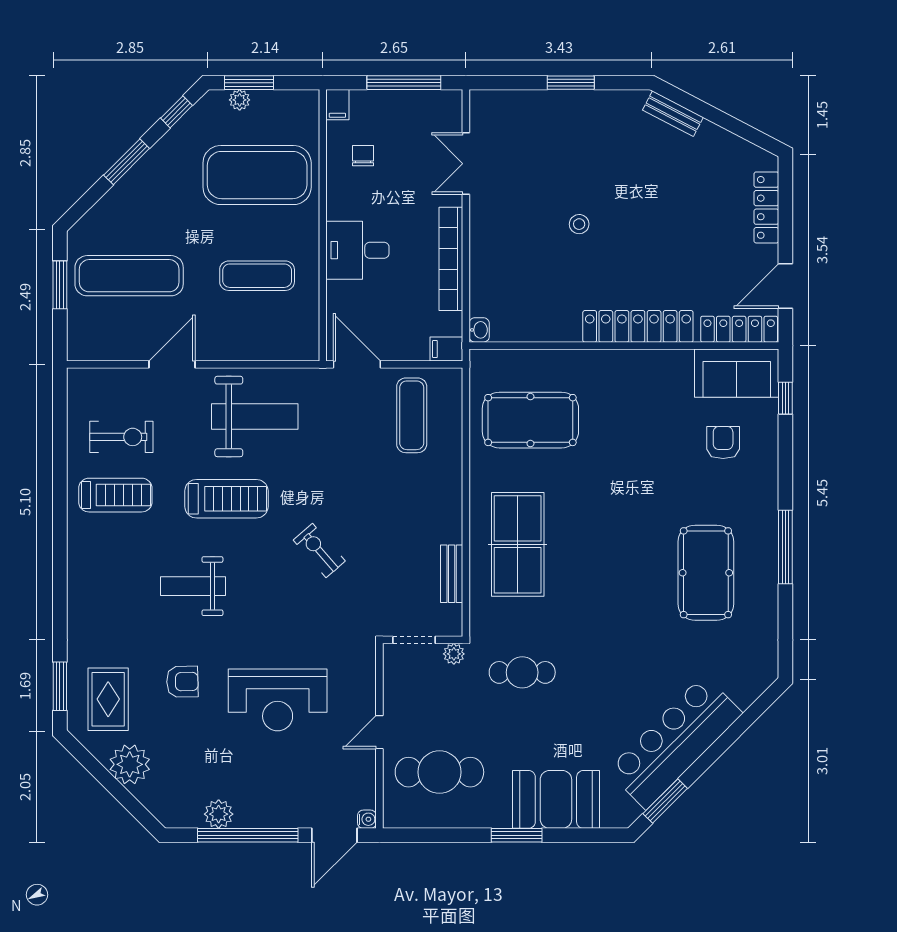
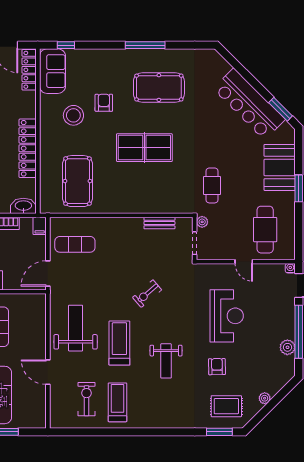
locker: (638, 326) -> (28, 148), moved
washbasin: (479, 330) -> (23, 206), width x1.91, depth x1.45
stool: (654, 412) -> (73, 115), added
armchair: (723, 443) -> (104, 103), moved, turned 90
table tennis table: (518, 544) -> (144, 148), moved
plant: (130, 764) -> (265, 398), width x0.53, depth x0.53

